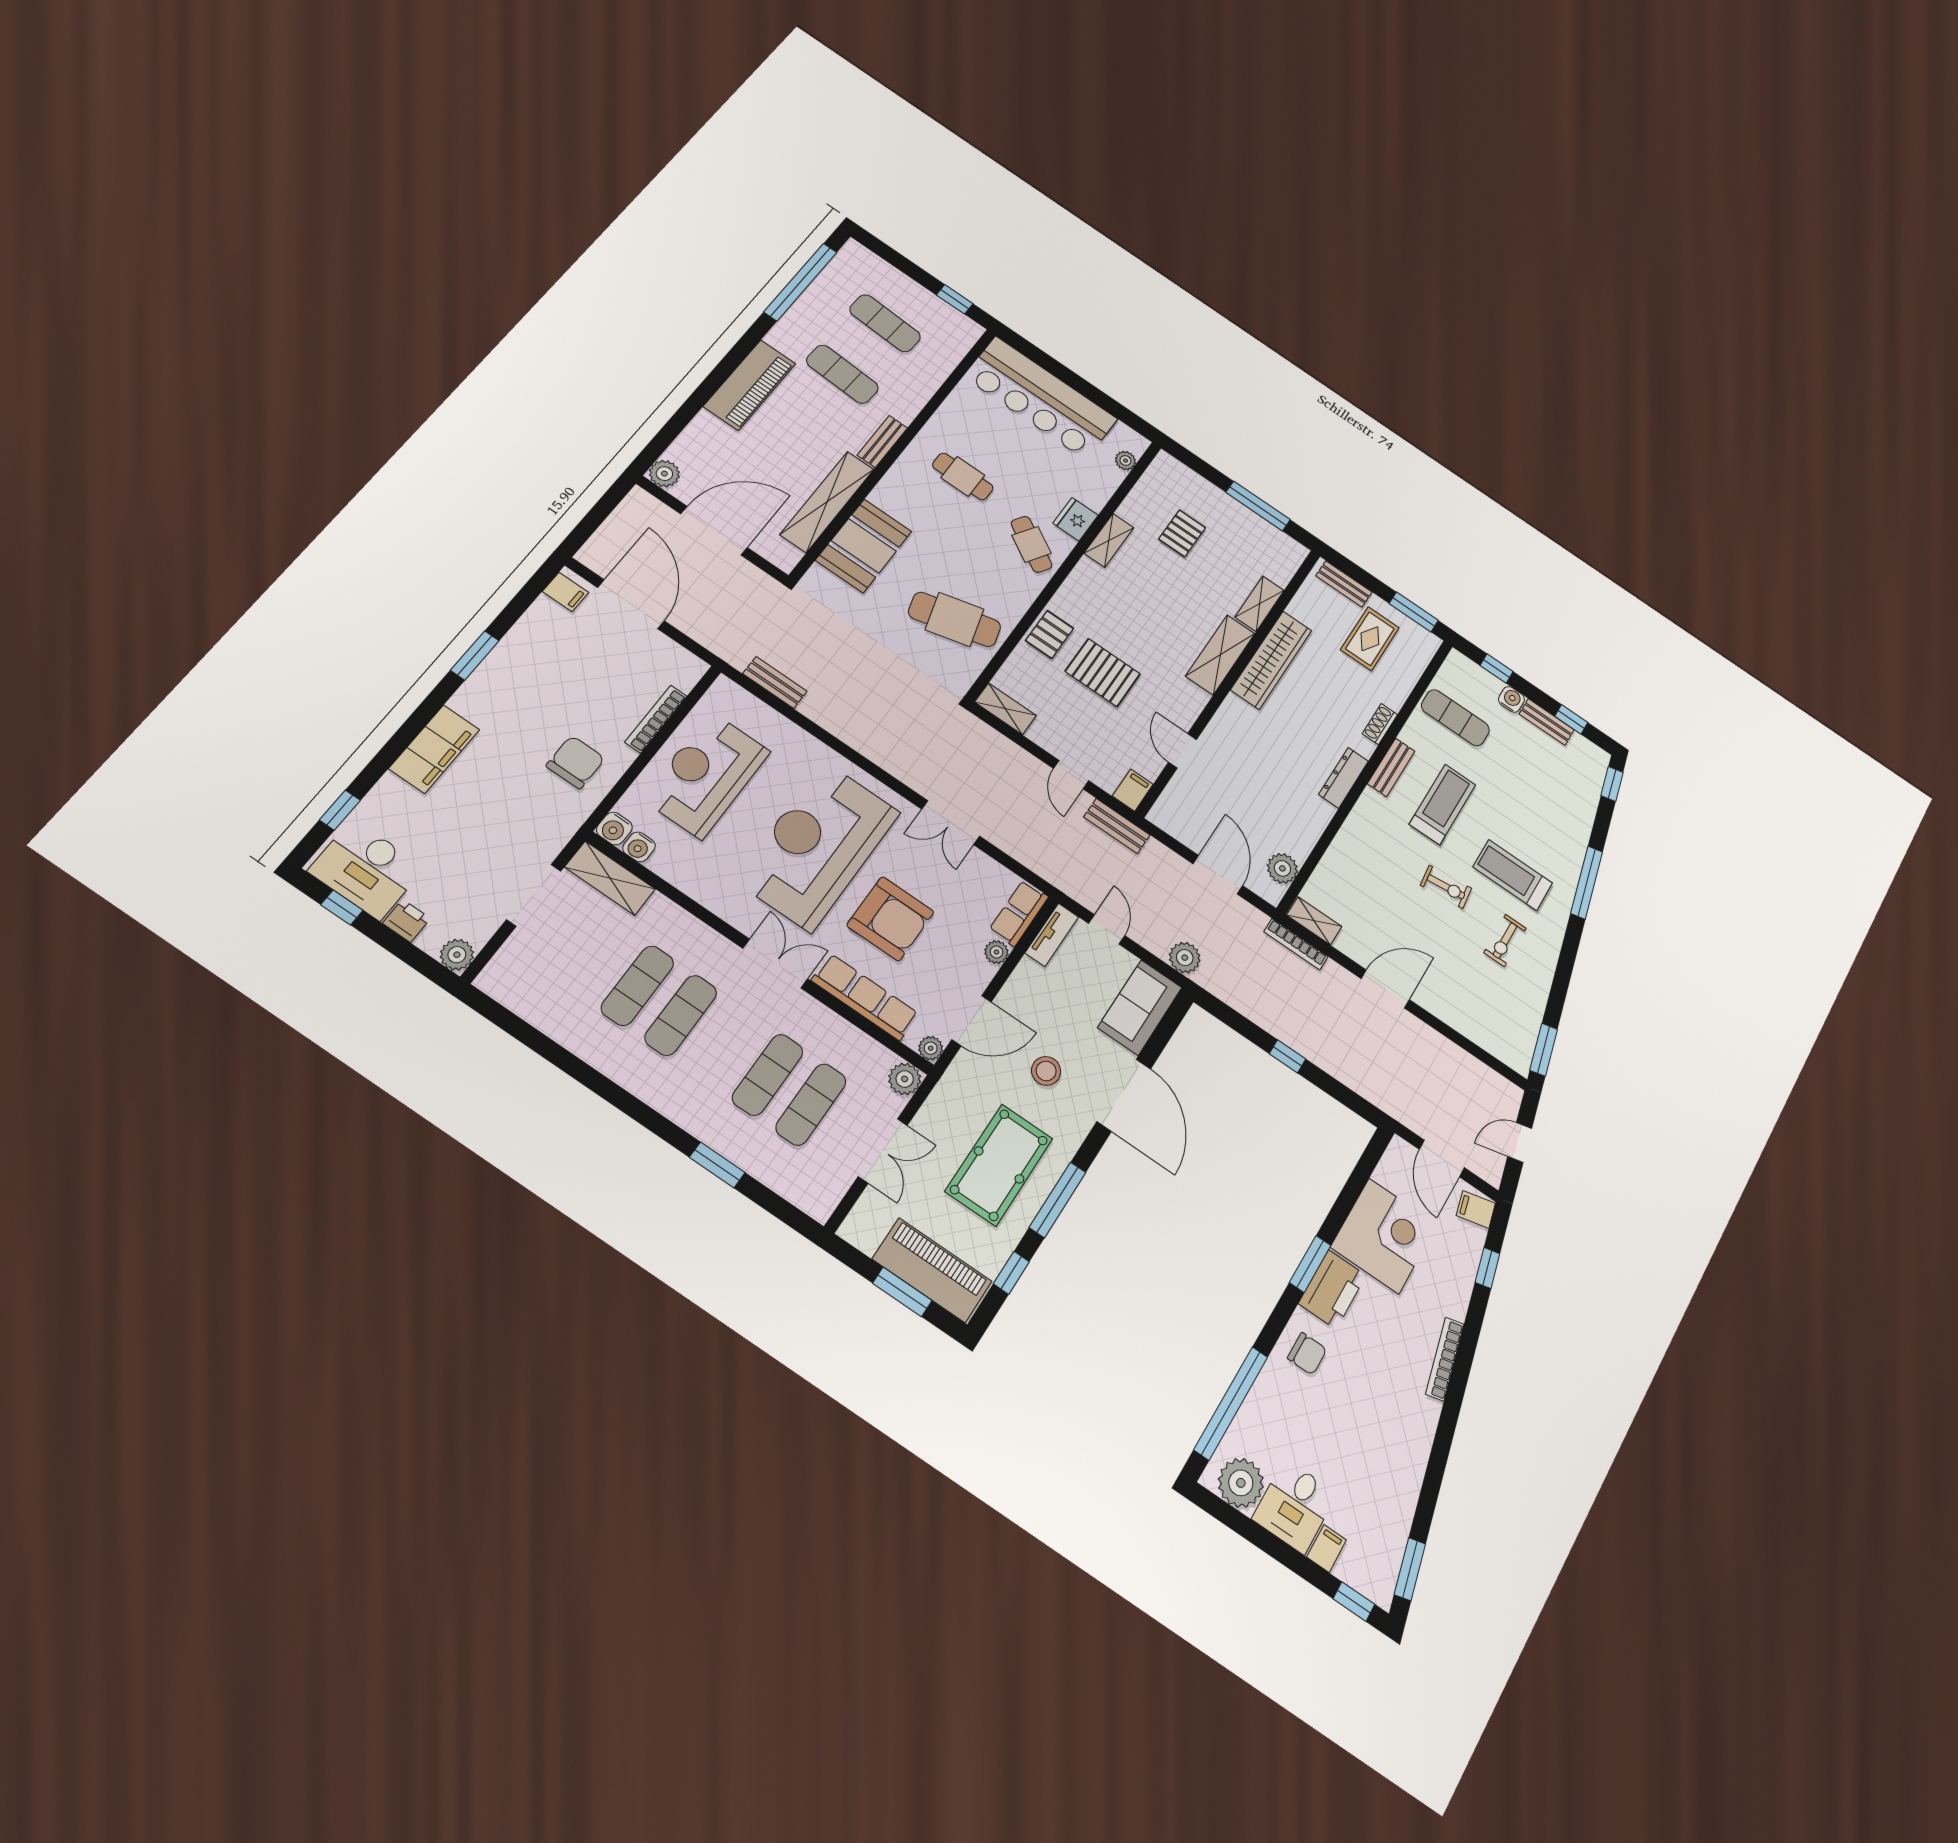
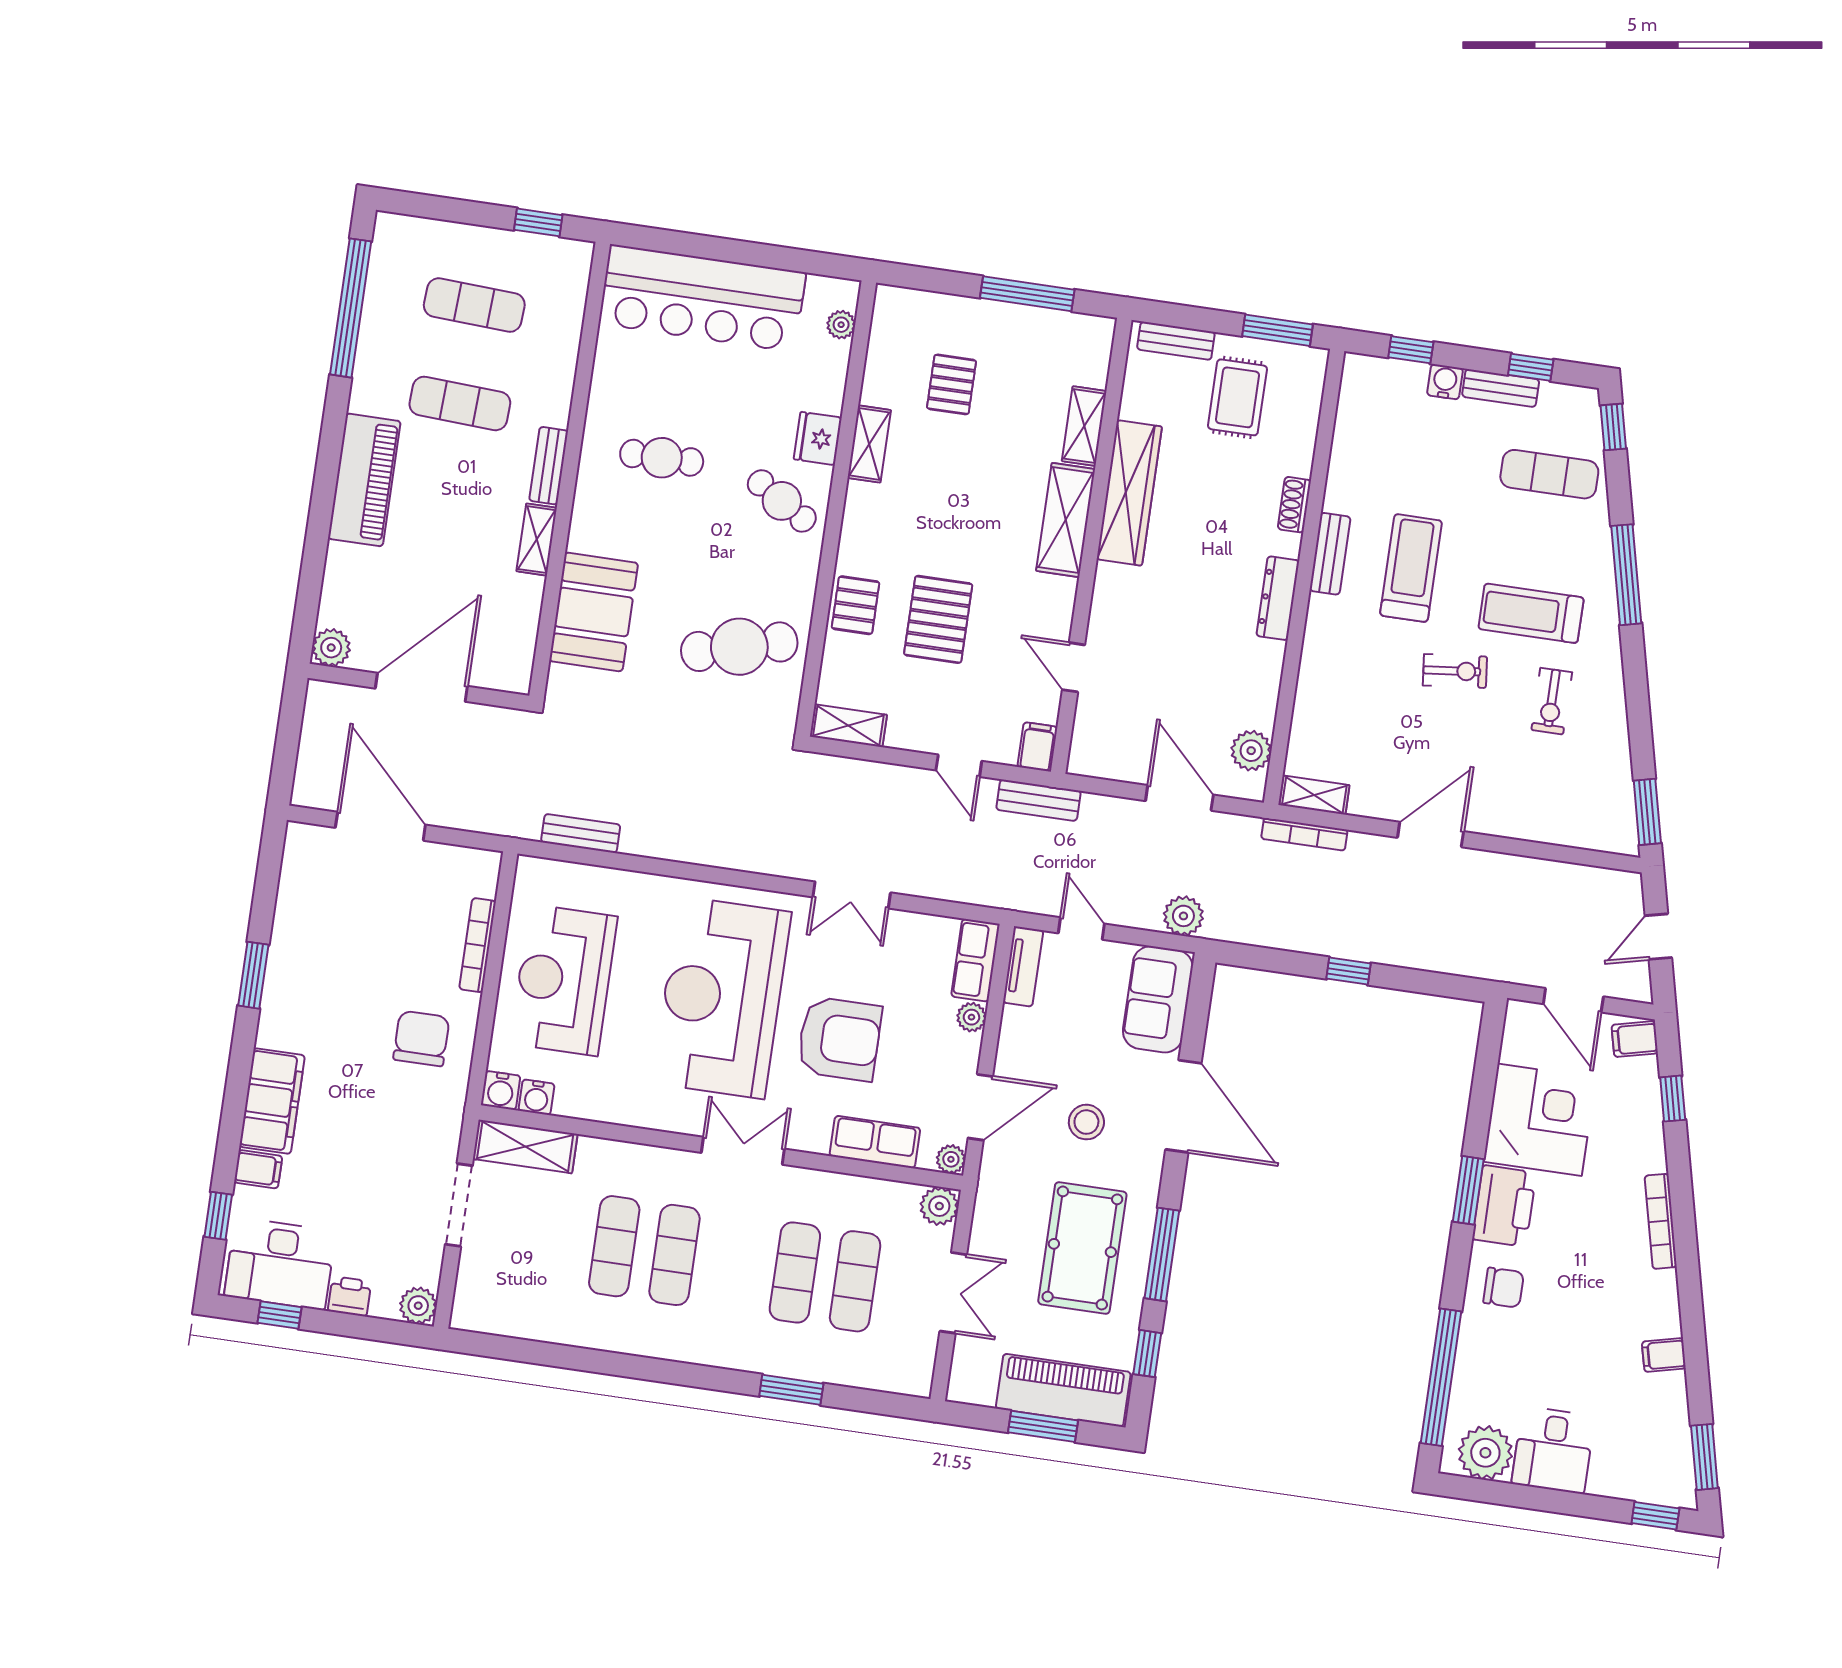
shelving: (827, 502) -> (537, 540), width x0.45, depth x0.75
filing cabinet: (565, 592) -> (258, 1169), moved
pallet: (1103, 673) -> (938, 619), turned 90
exercise mat: (1455, 718) -> (1549, 474), moved
row of seats: (865, 997) -> (875, 1142), width x0.68
filing cabinet: (1327, 1549) -> (1664, 1355), moved, turned -103

